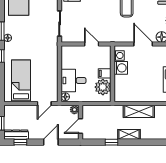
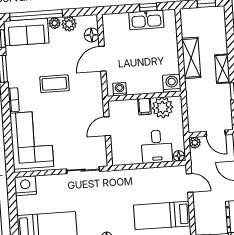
washing machine: (121, 68) -> (172, 83), moved

